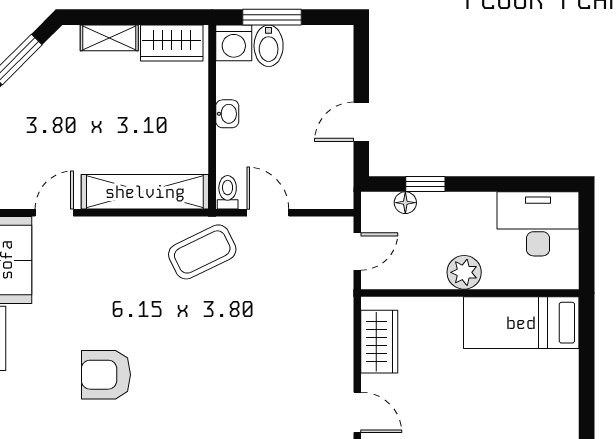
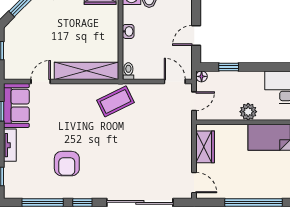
floor lamp: (405, 203) -> (202, 76), moved
door: (268, 213) -> (175, 82), moved
armchair: (106, 375) -> (67, 164), turned -90

